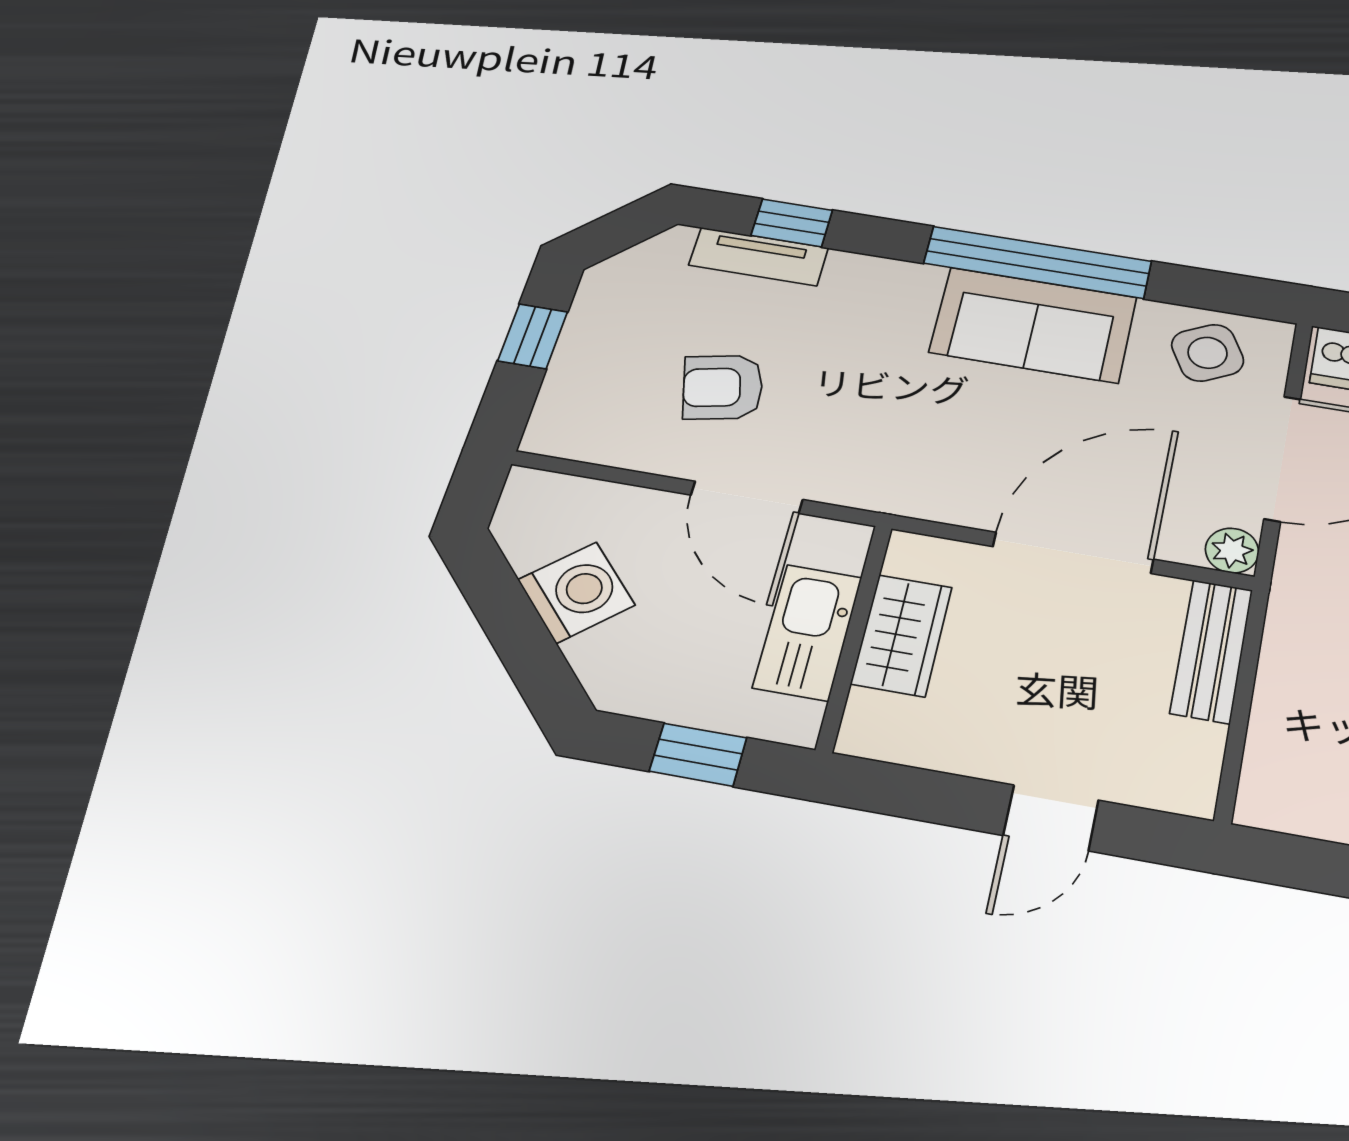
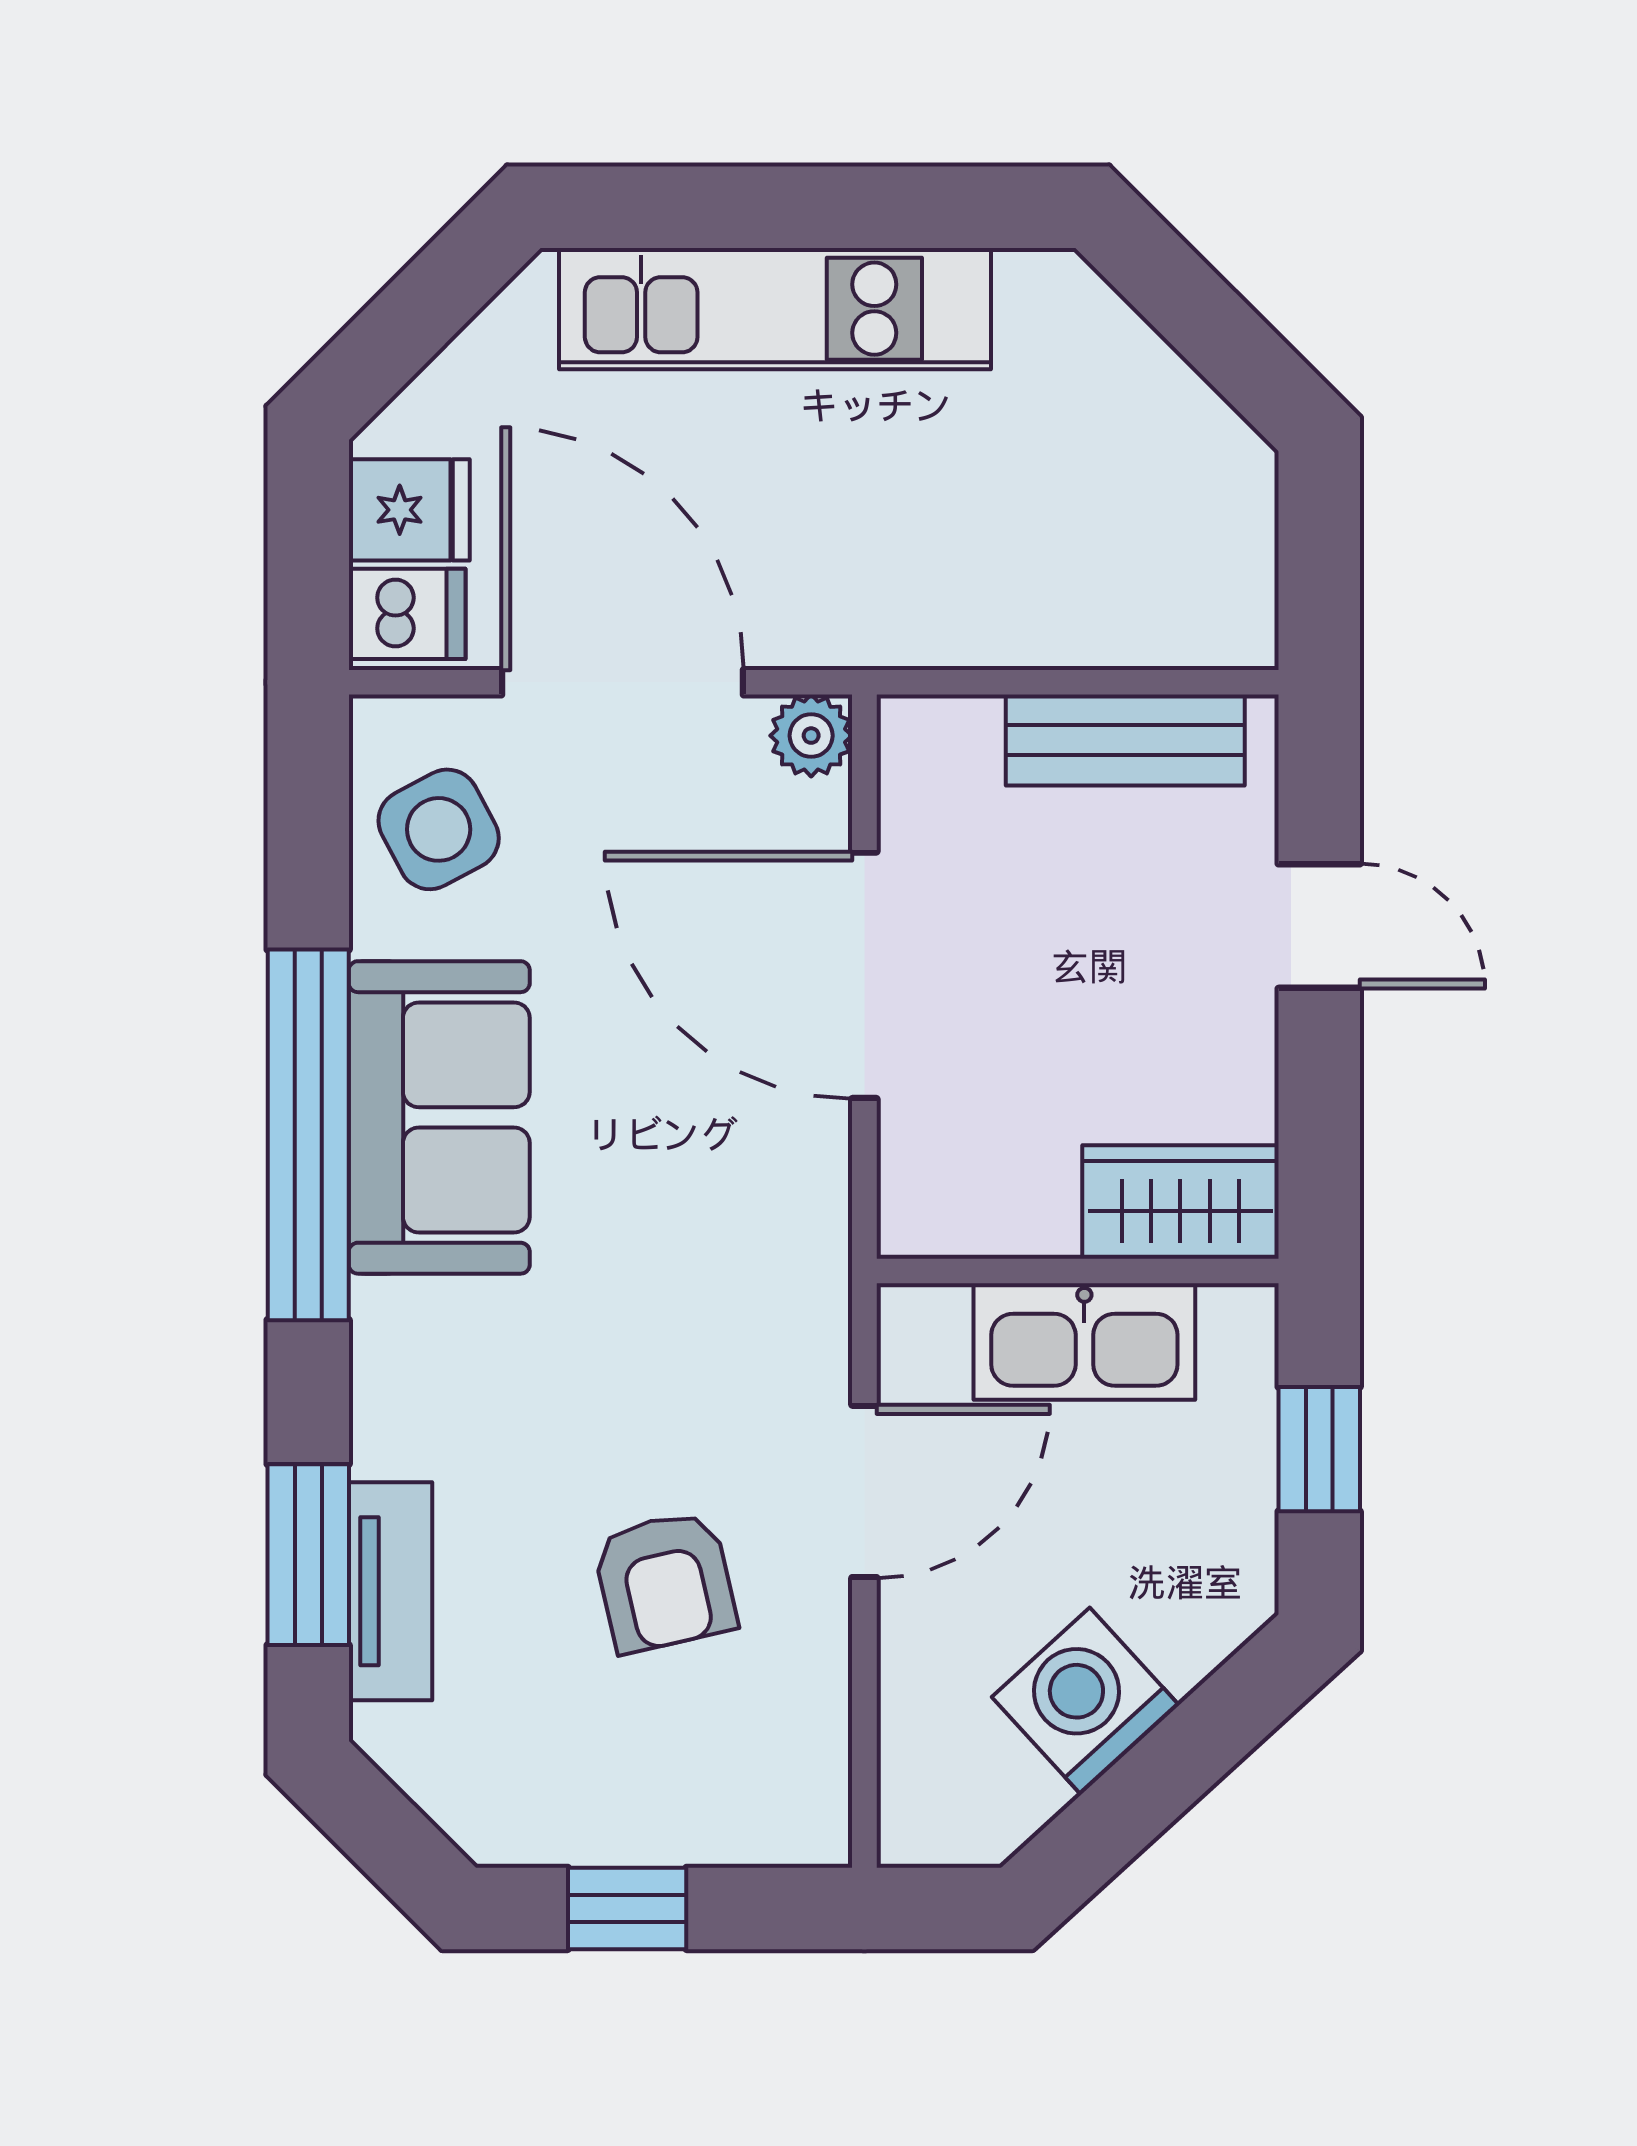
window: (792, 223) -> (308, 1555), width x1.50
wardrobe: (902, 635) -> (1180, 1202), moved
bench: (1212, 651) -> (1125, 740), moved

